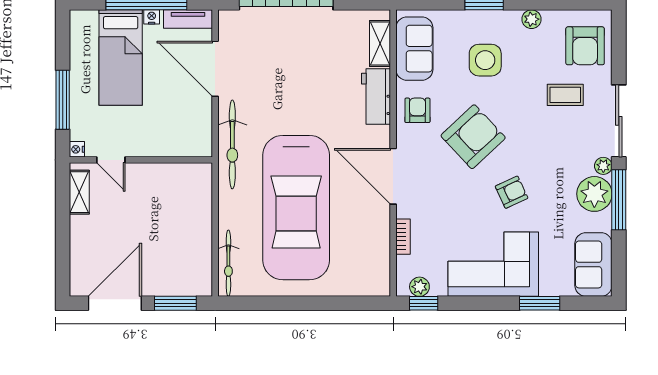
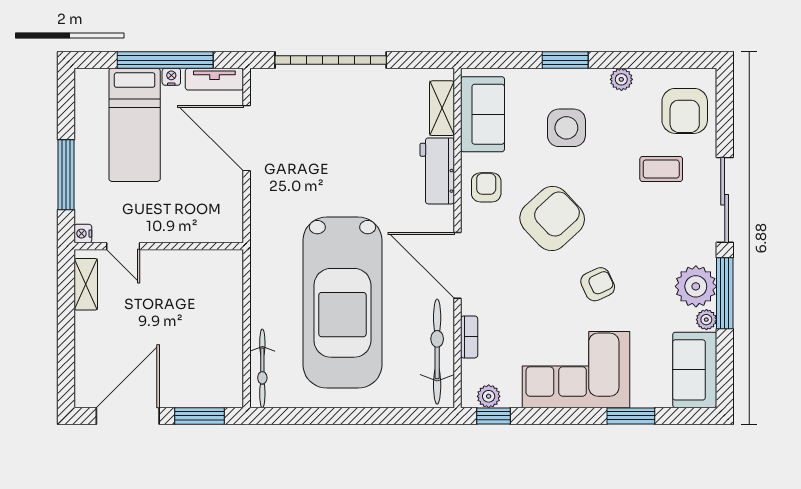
bicycle: (232, 144) -> (437, 352), moved, turned 180
plant: (603, 166) -> (706, 320), moved

